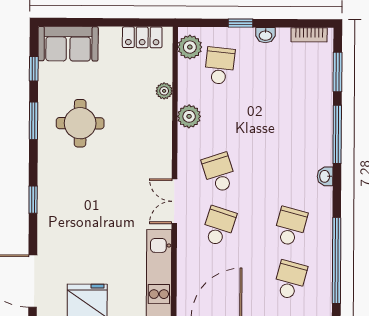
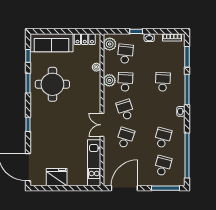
sofa: (68, 44) -> (52, 43), width x1.36
school desk: (219, 119) -> (125, 82), added
school desk: (291, 120) -> (163, 82), added
round table: (80, 123) -> (52, 84), width x1.36, depth x1.36

